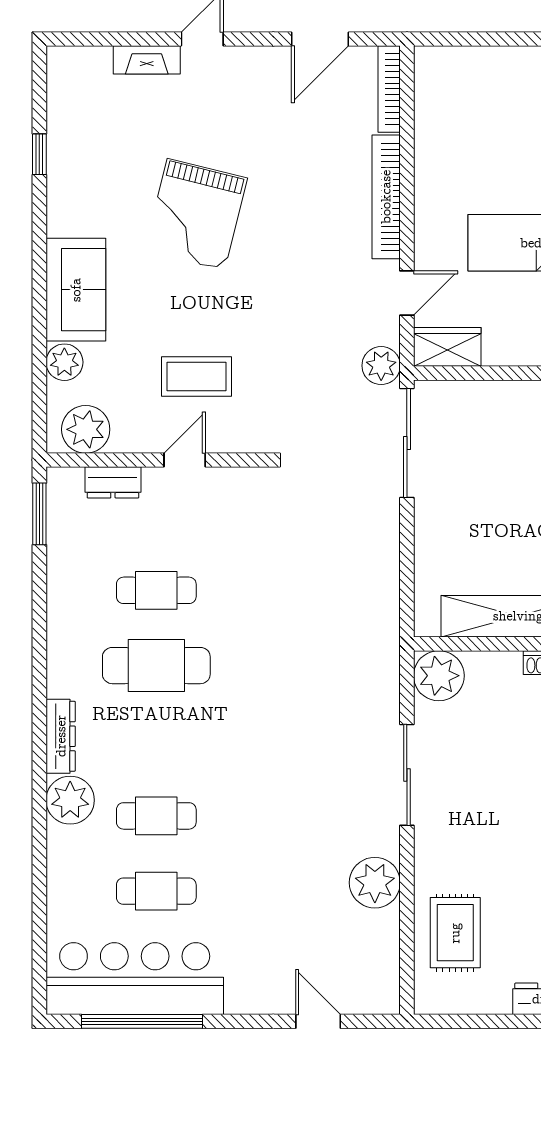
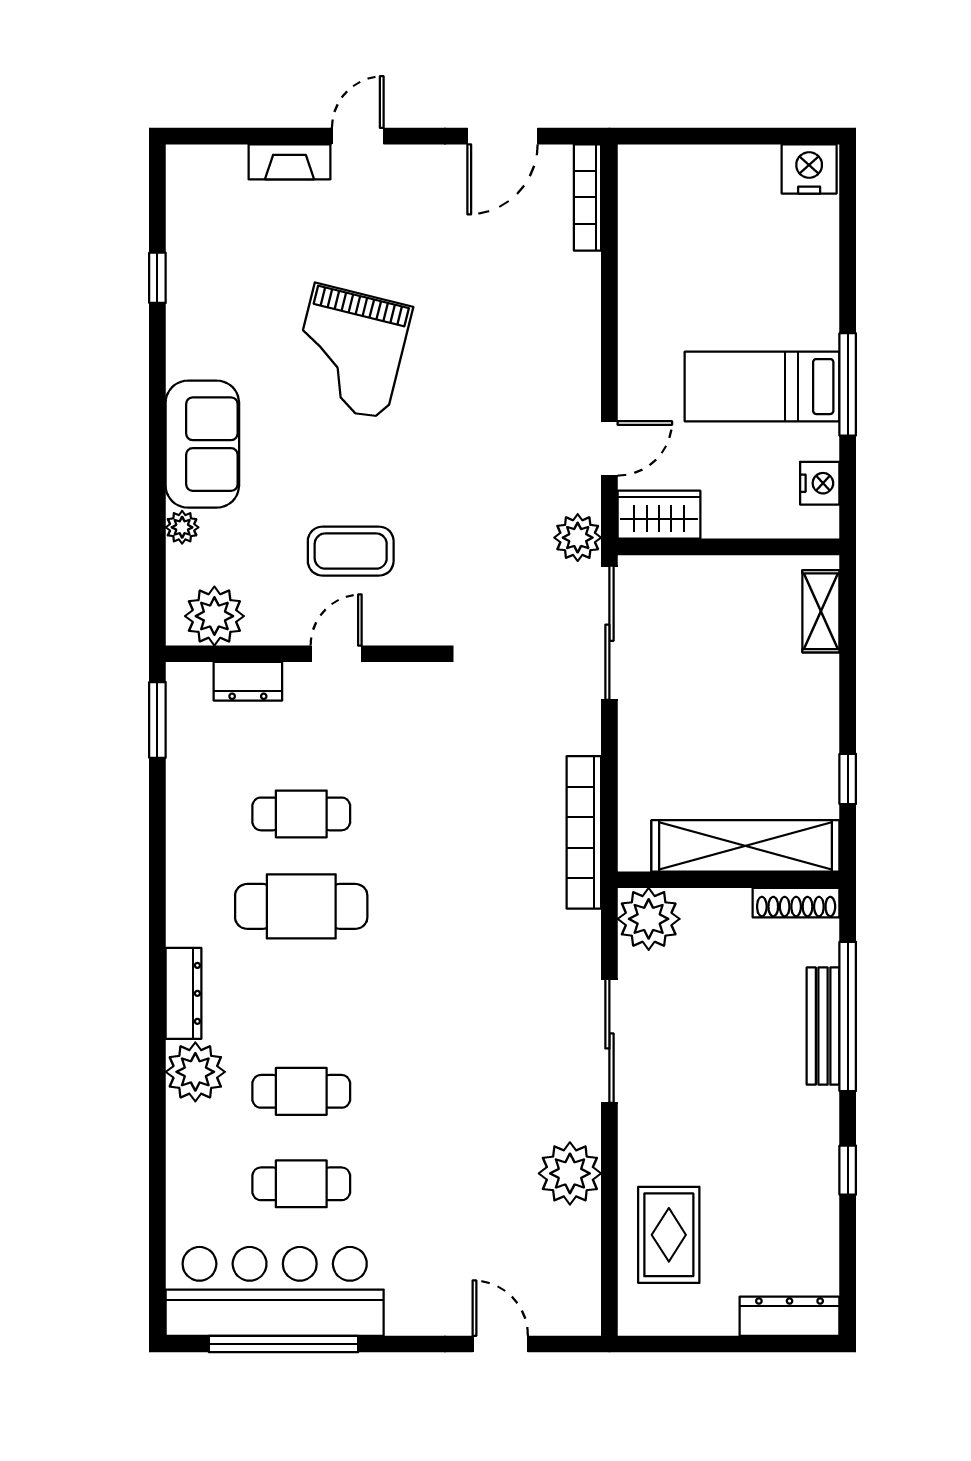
bookcase: (386, 197) -> (584, 832), moved
plant: (64, 362) -> (182, 527), width x0.73, depth x0.73

